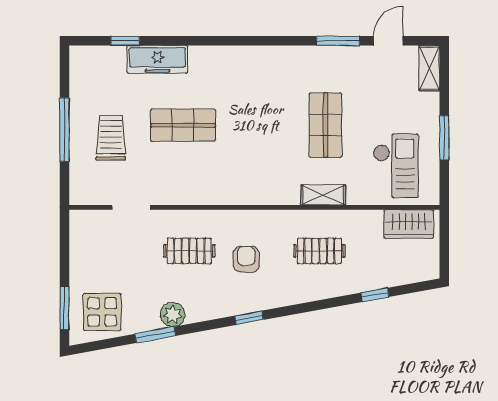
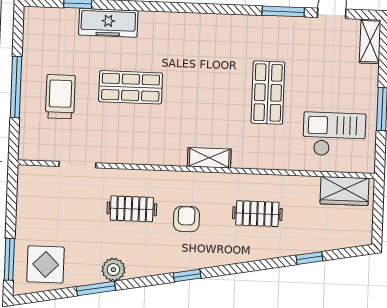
checkout: (396, 166) -> (334, 134), turned -90
shelving: (323, 195) -> (209, 158), moved

